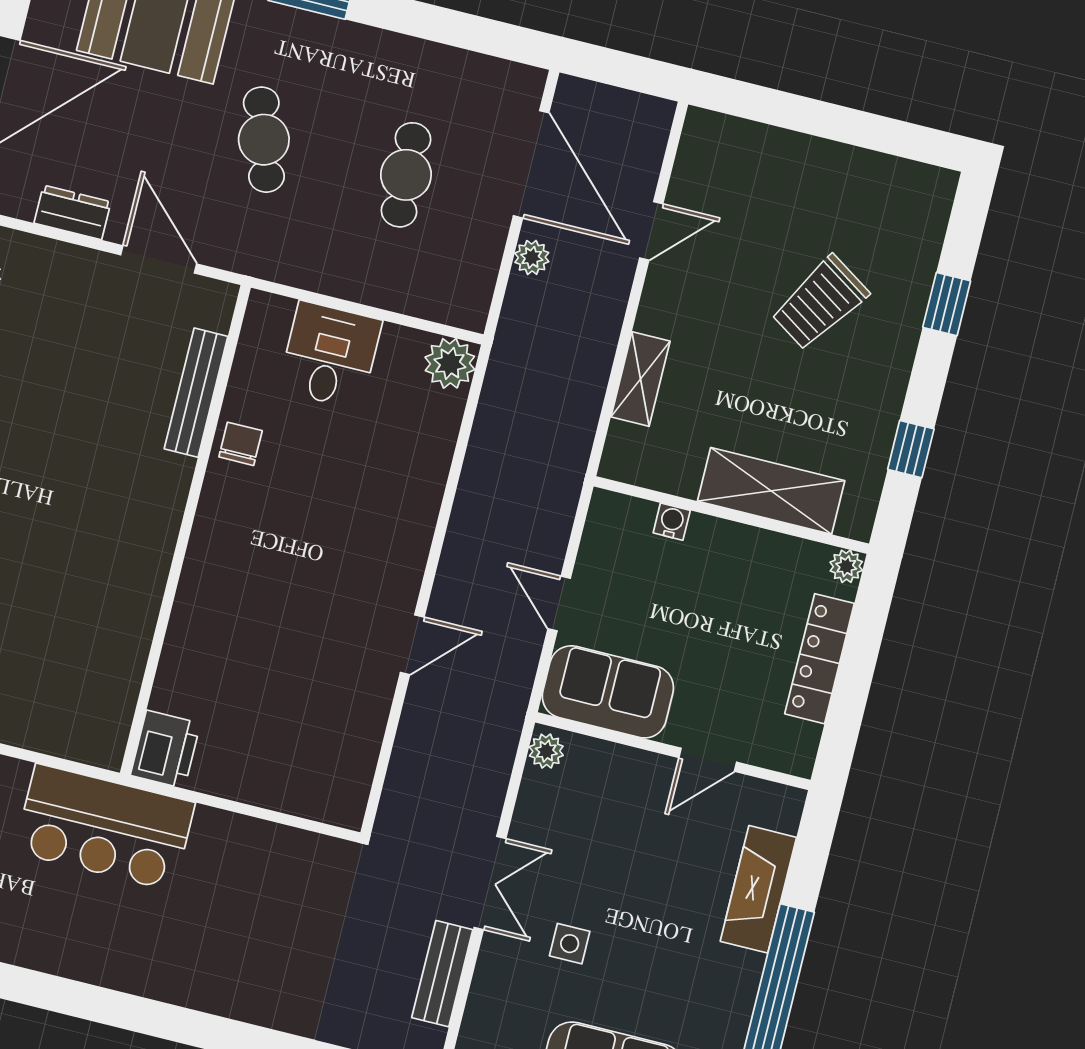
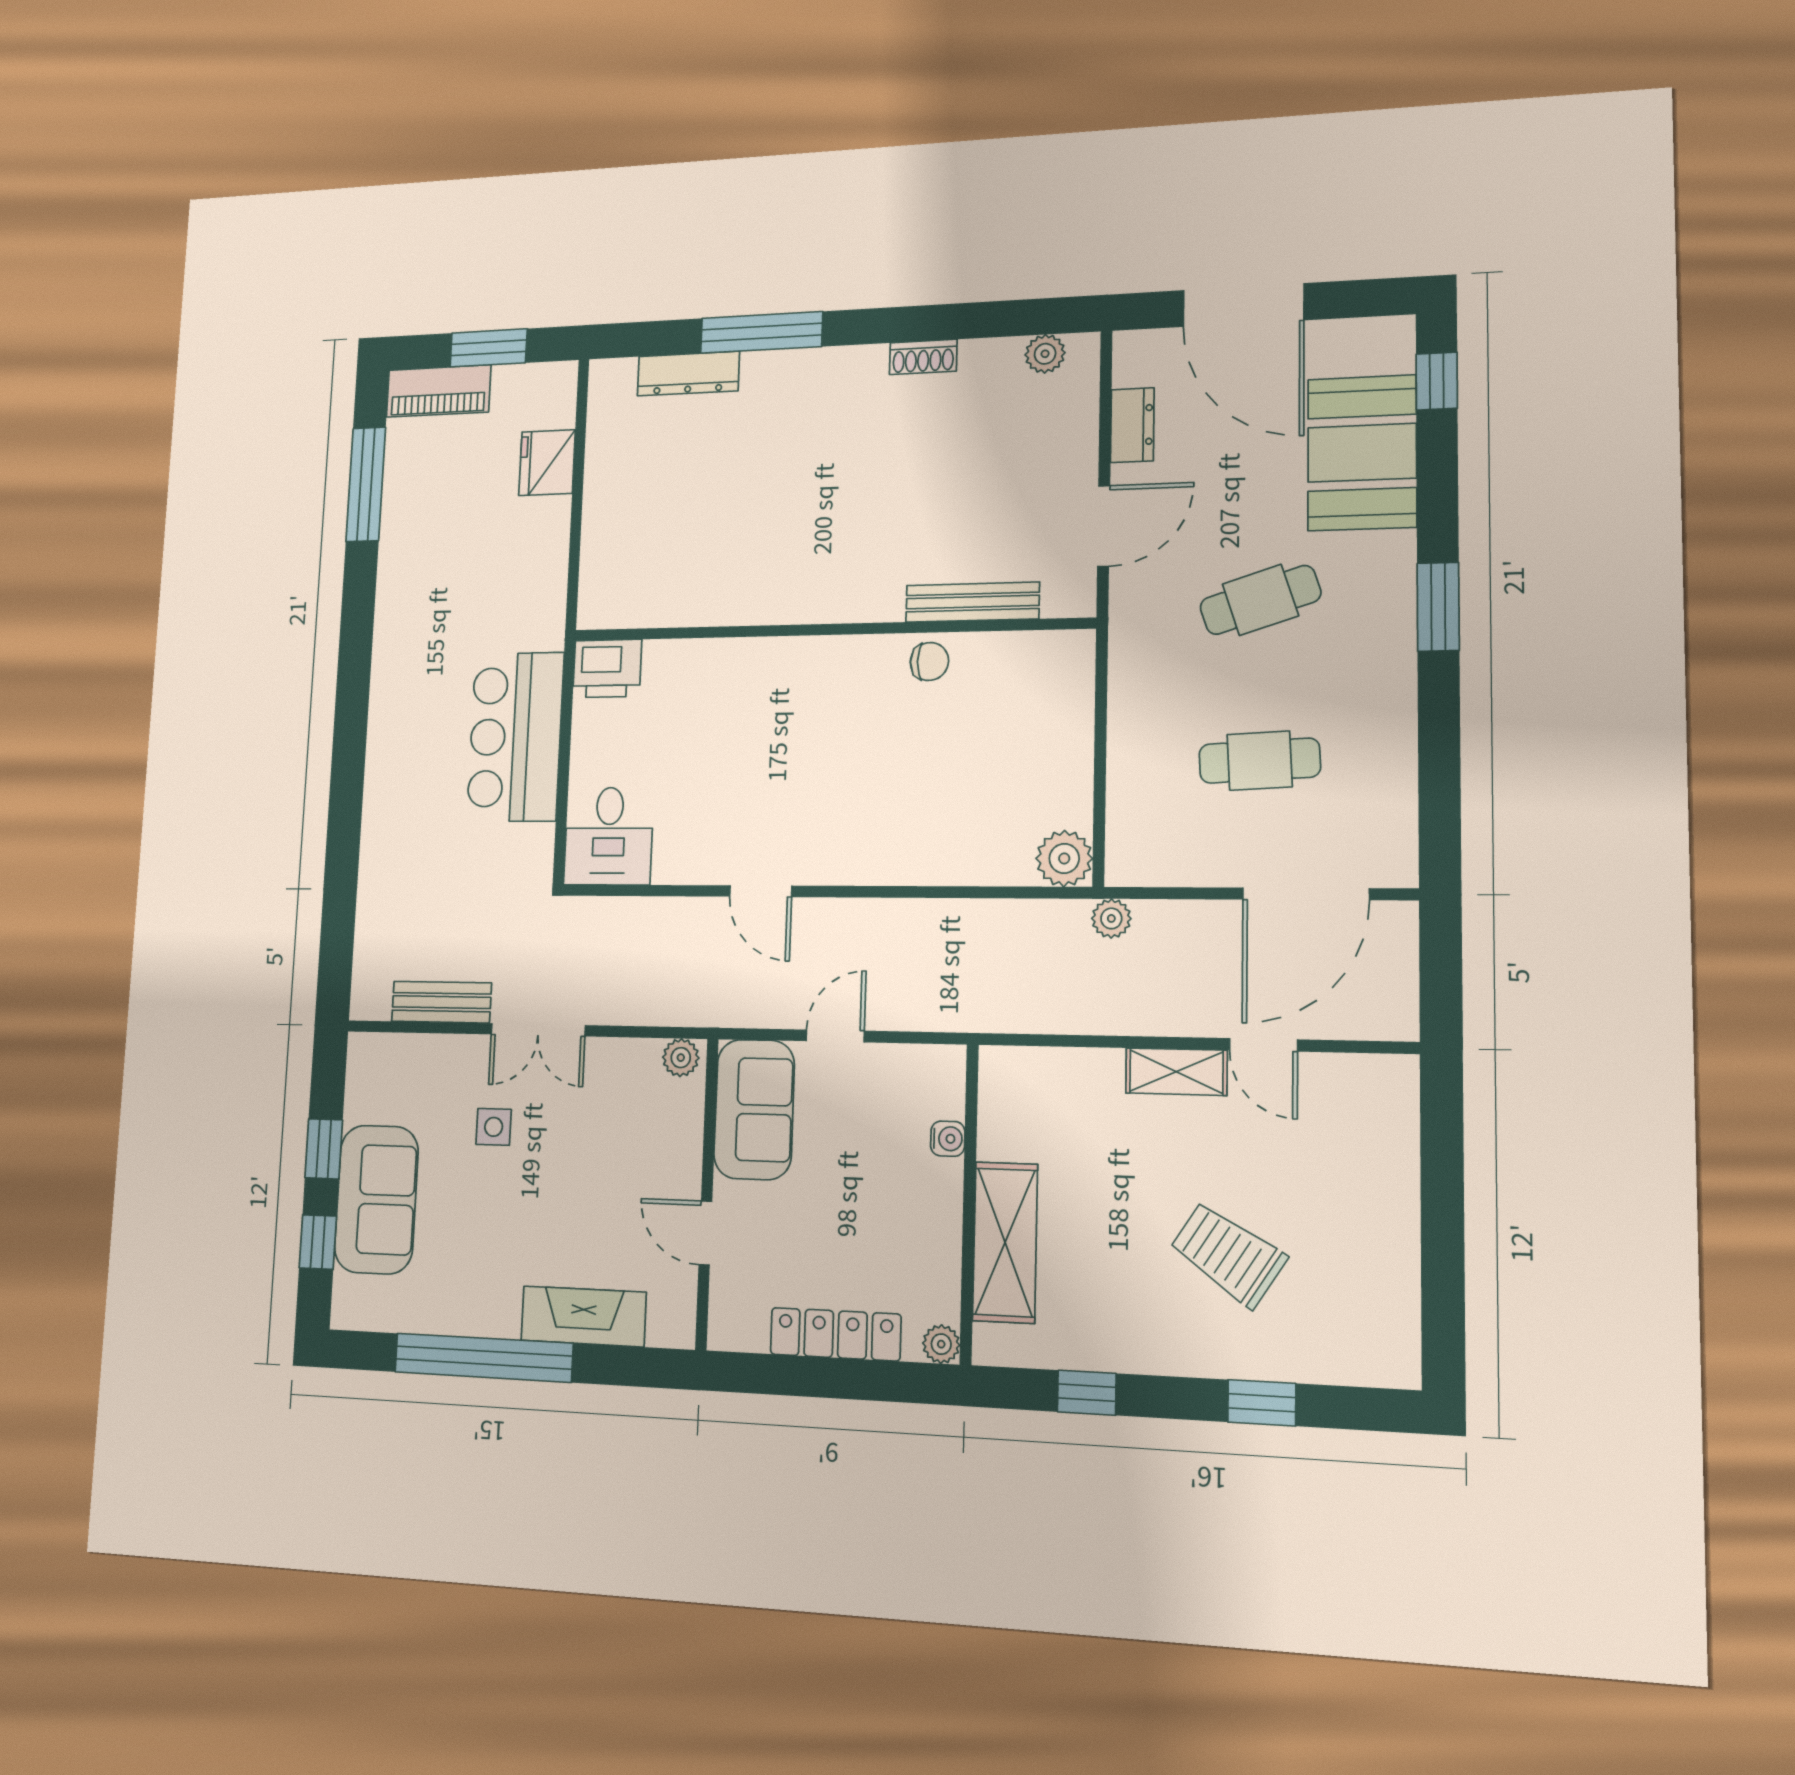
plant: (532, 257) -> (1111, 918), moved
desk: (330, 355) -> (609, 836), moved, turned 90
shelving: (641, 379) -> (1176, 1072), moved
bar counter: (105, 827) -> (515, 737), moved

